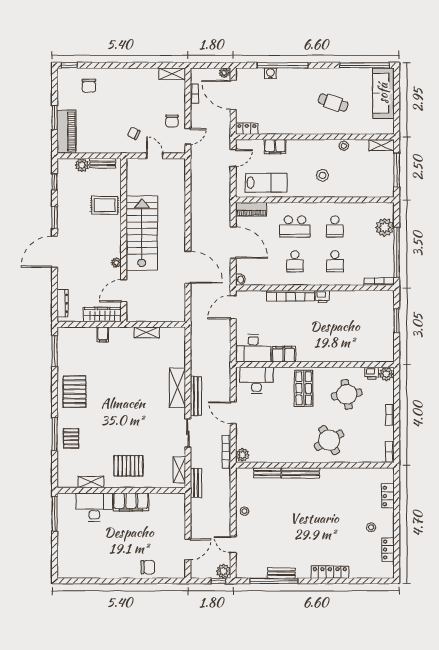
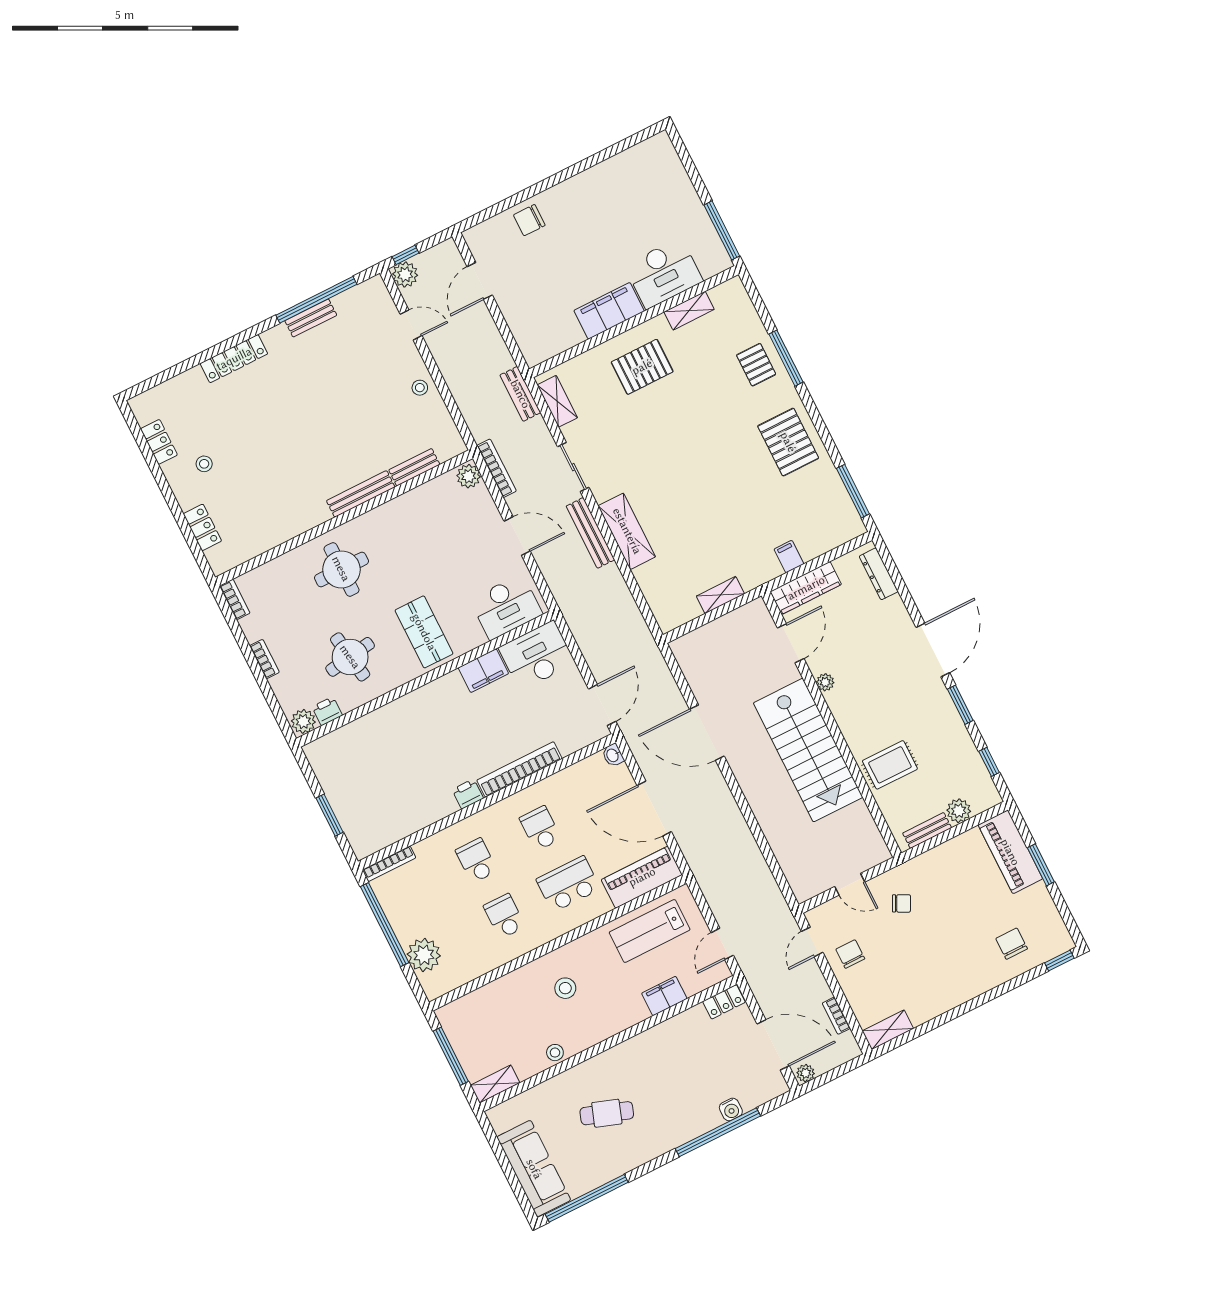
piano: (251, 209) -> (642, 877), width x1.37, depth x1.33
round table: (329, 440) -> (341, 569), turned 30

